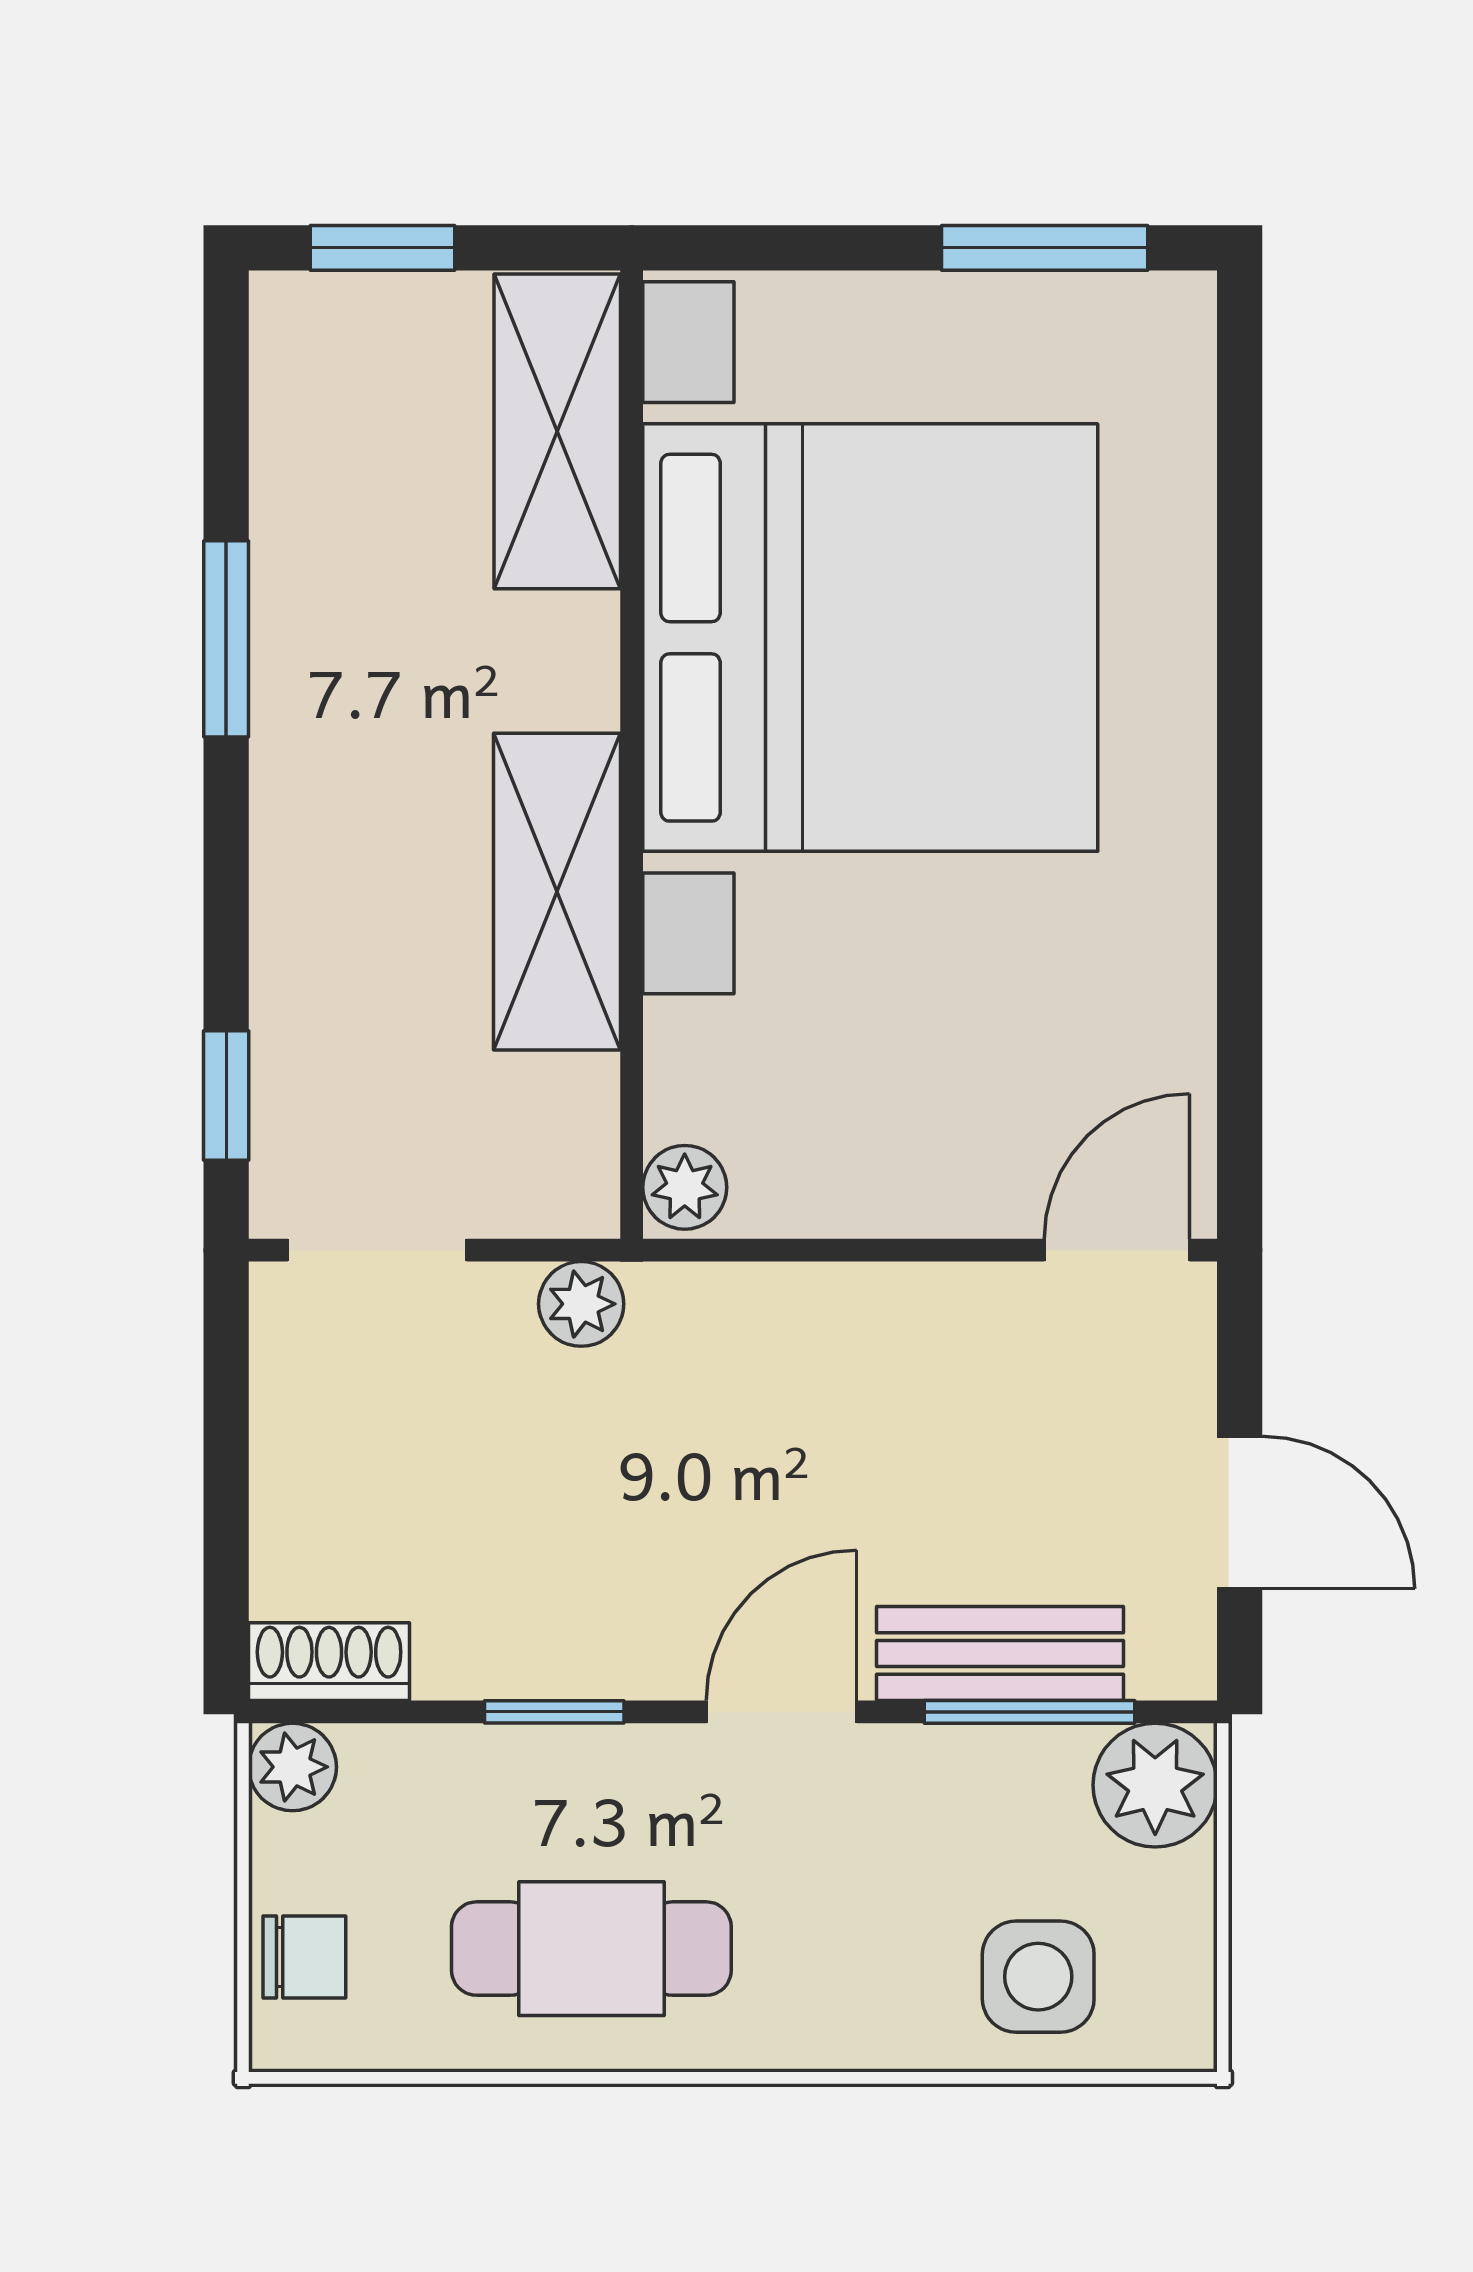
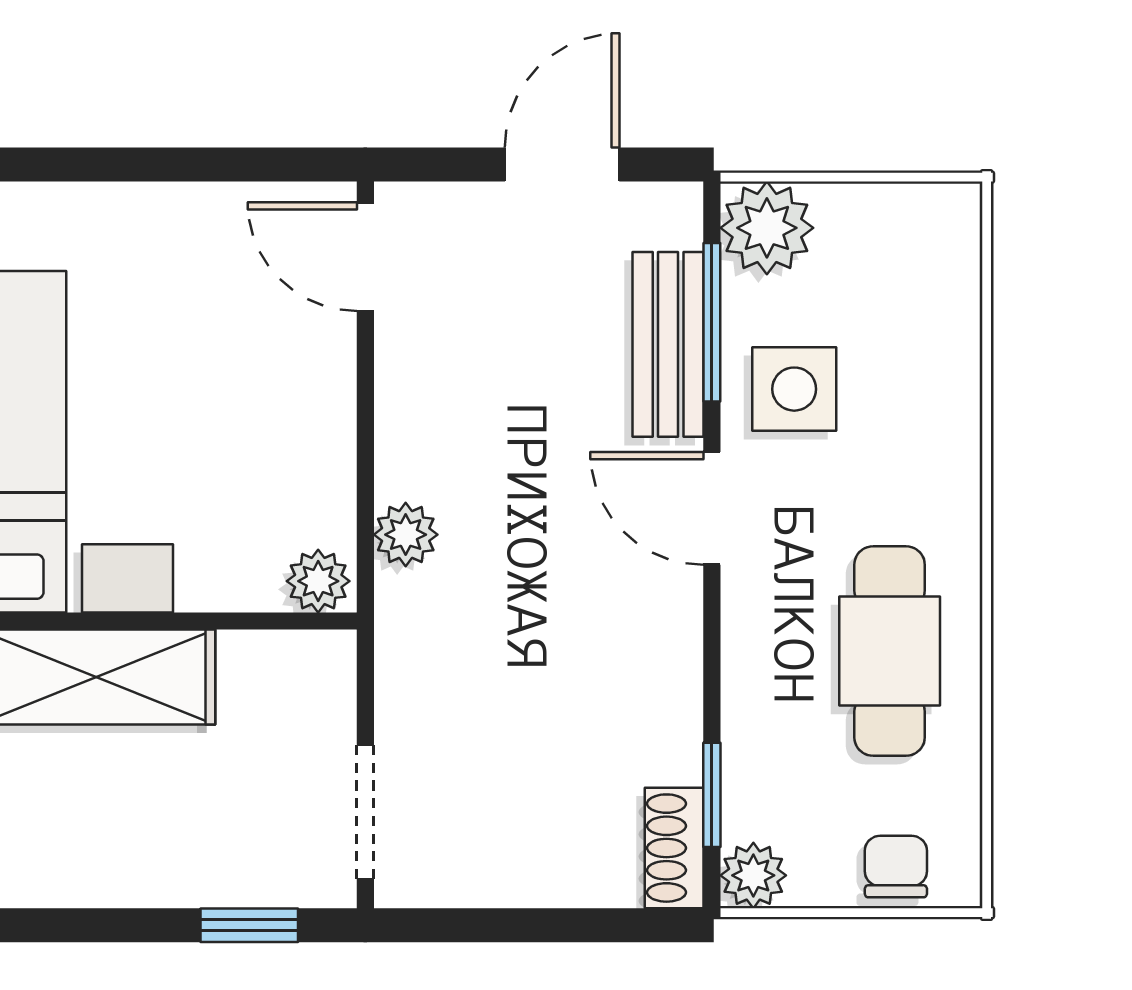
plant: (581, 1304) -> (406, 535), moved
window: (554, 1712) -> (712, 795), moved
side table: (1038, 1977) -> (794, 389), moved

